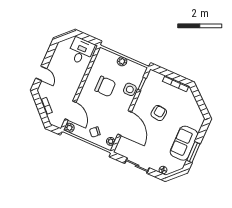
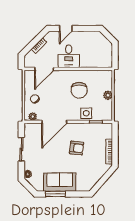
desk: (81, 51) -> (69, 56), moved, turned 90
plant: (69, 128) -> (29, 75), removed

